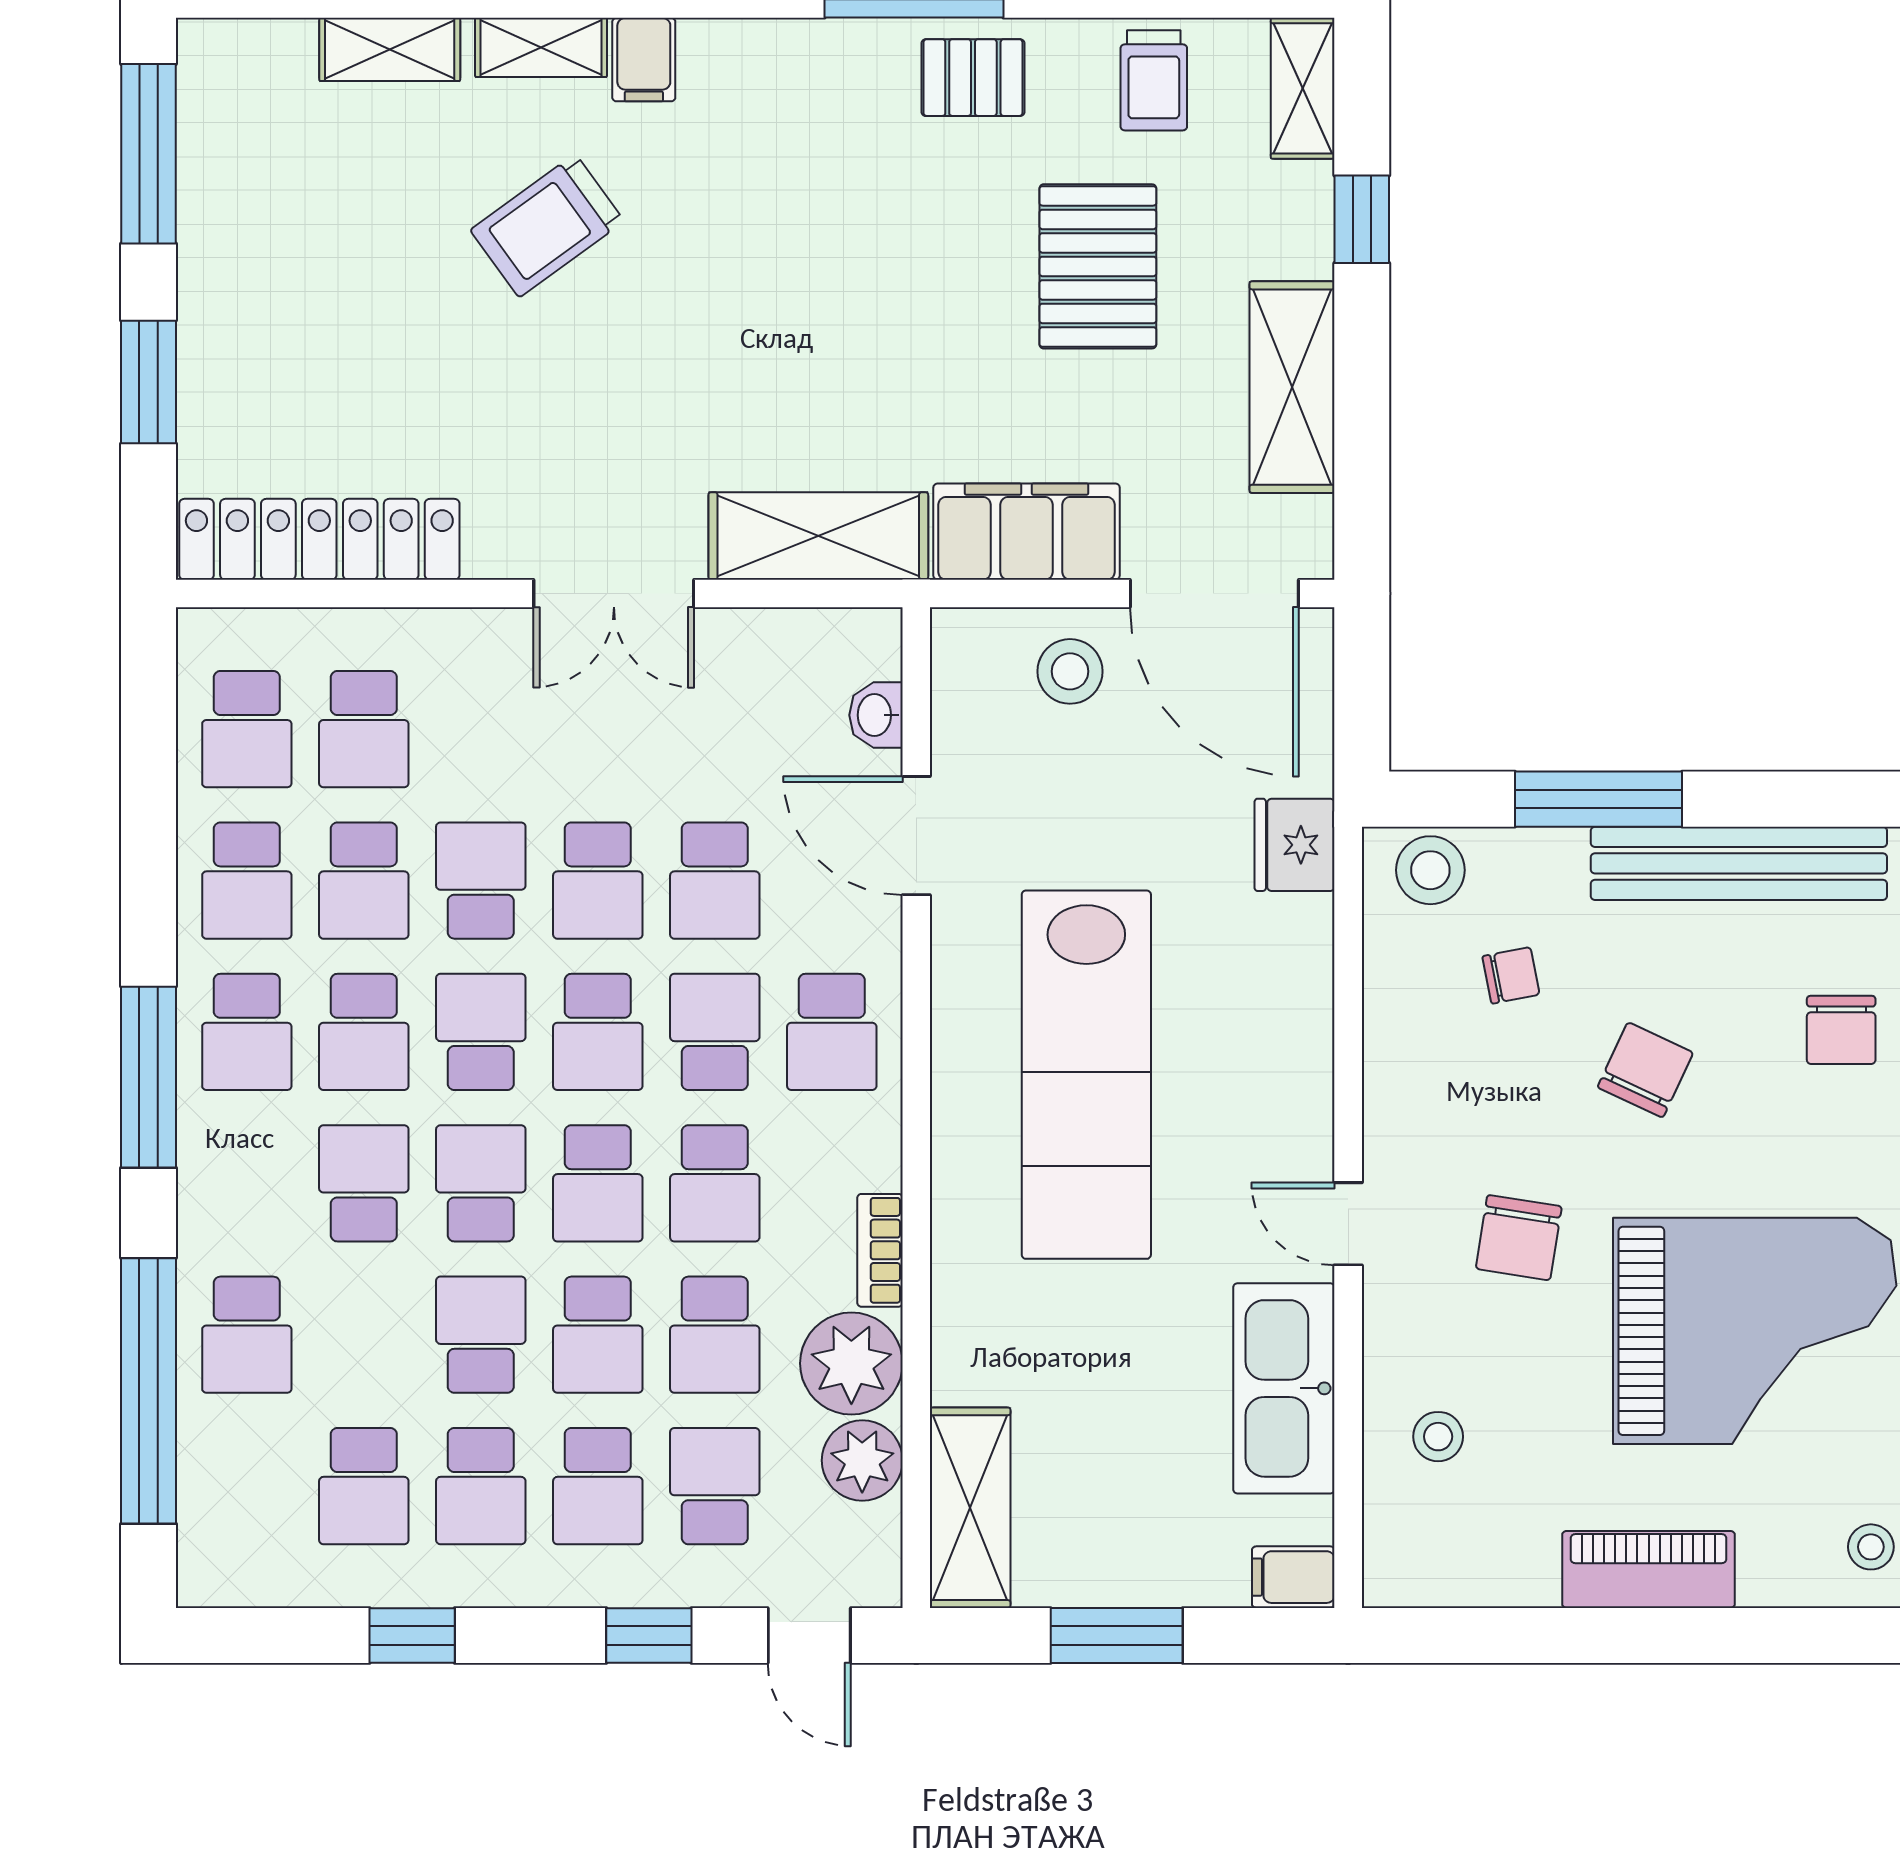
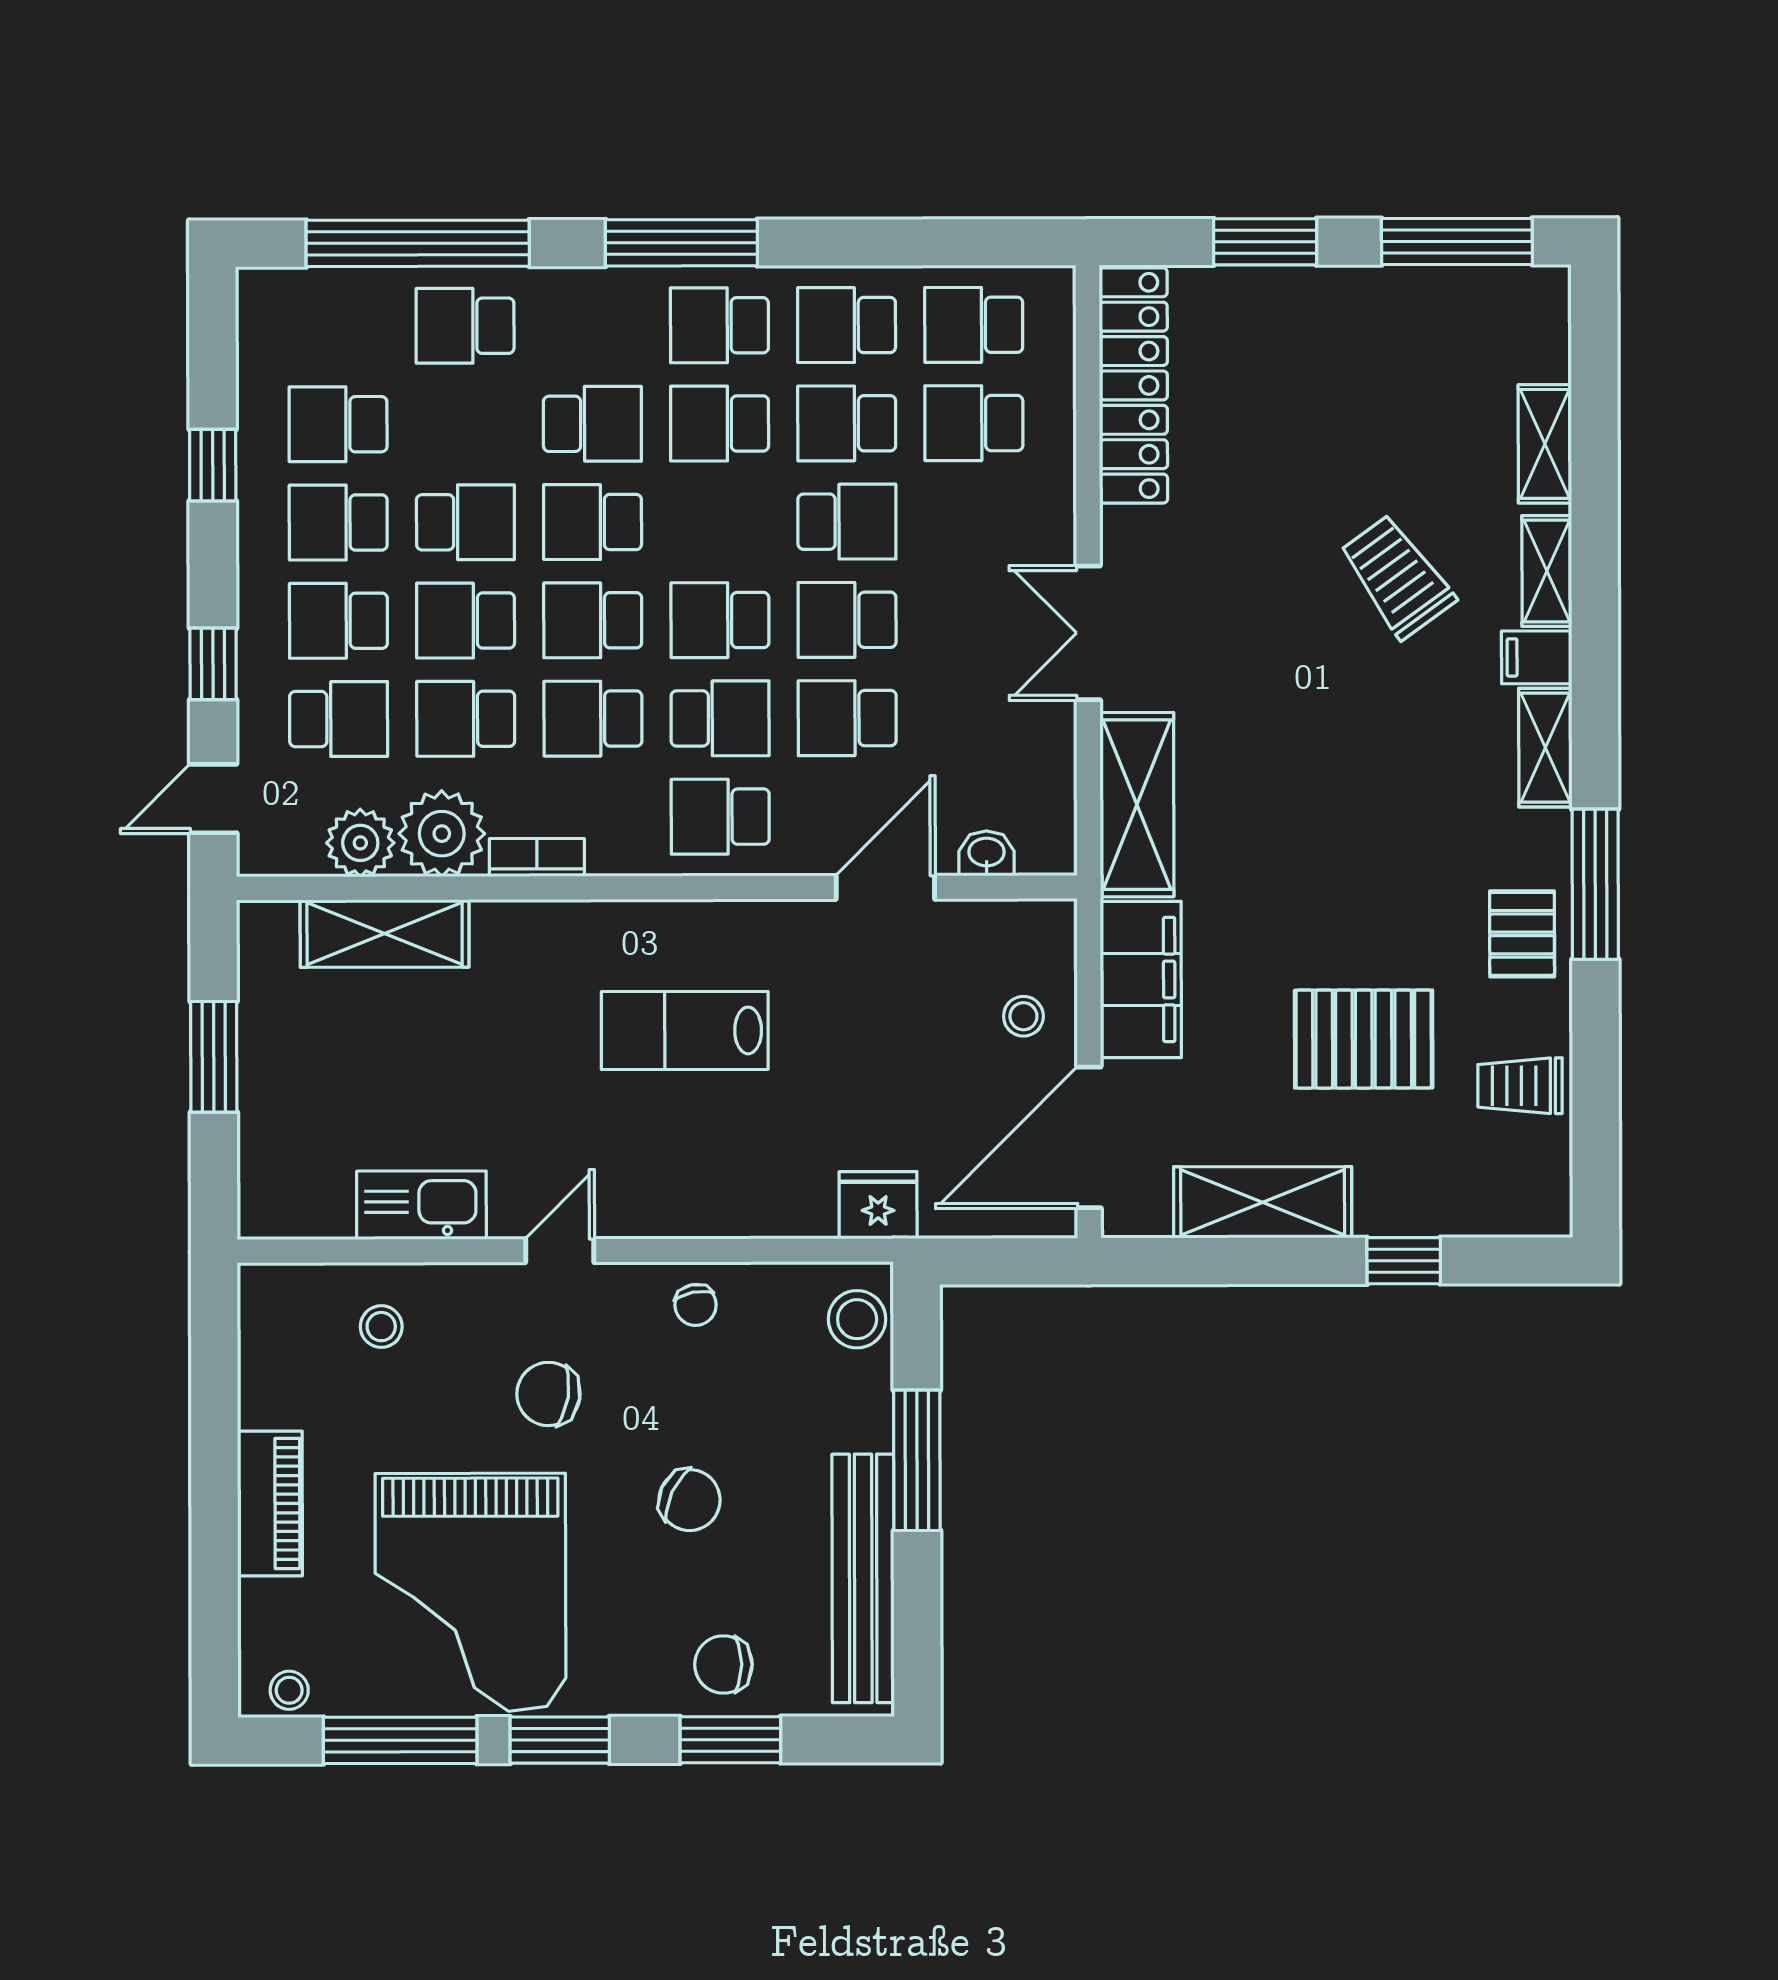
shelving: (1303, 88) -> (1545, 748), moved, turned 90
stool: (1070, 671) -> (1023, 1016), width x0.73, depth x0.73
chair: (1511, 975) -> (696, 1305), moved
school desk: (481, 1032) -> (720, 522), removed
lab bench: (1086, 1075) -> (685, 1031), width x0.54, depth x0.72
school desk: (481, 1183) -> (593, 522), turned 180
kitchen sink: (1284, 1388) -> (421, 1205), width x0.73, depth x0.81
shelving: (970, 1508) -> (385, 933), moved
filing cabinet: (1293, 1577) -> (263, 1205), removed

